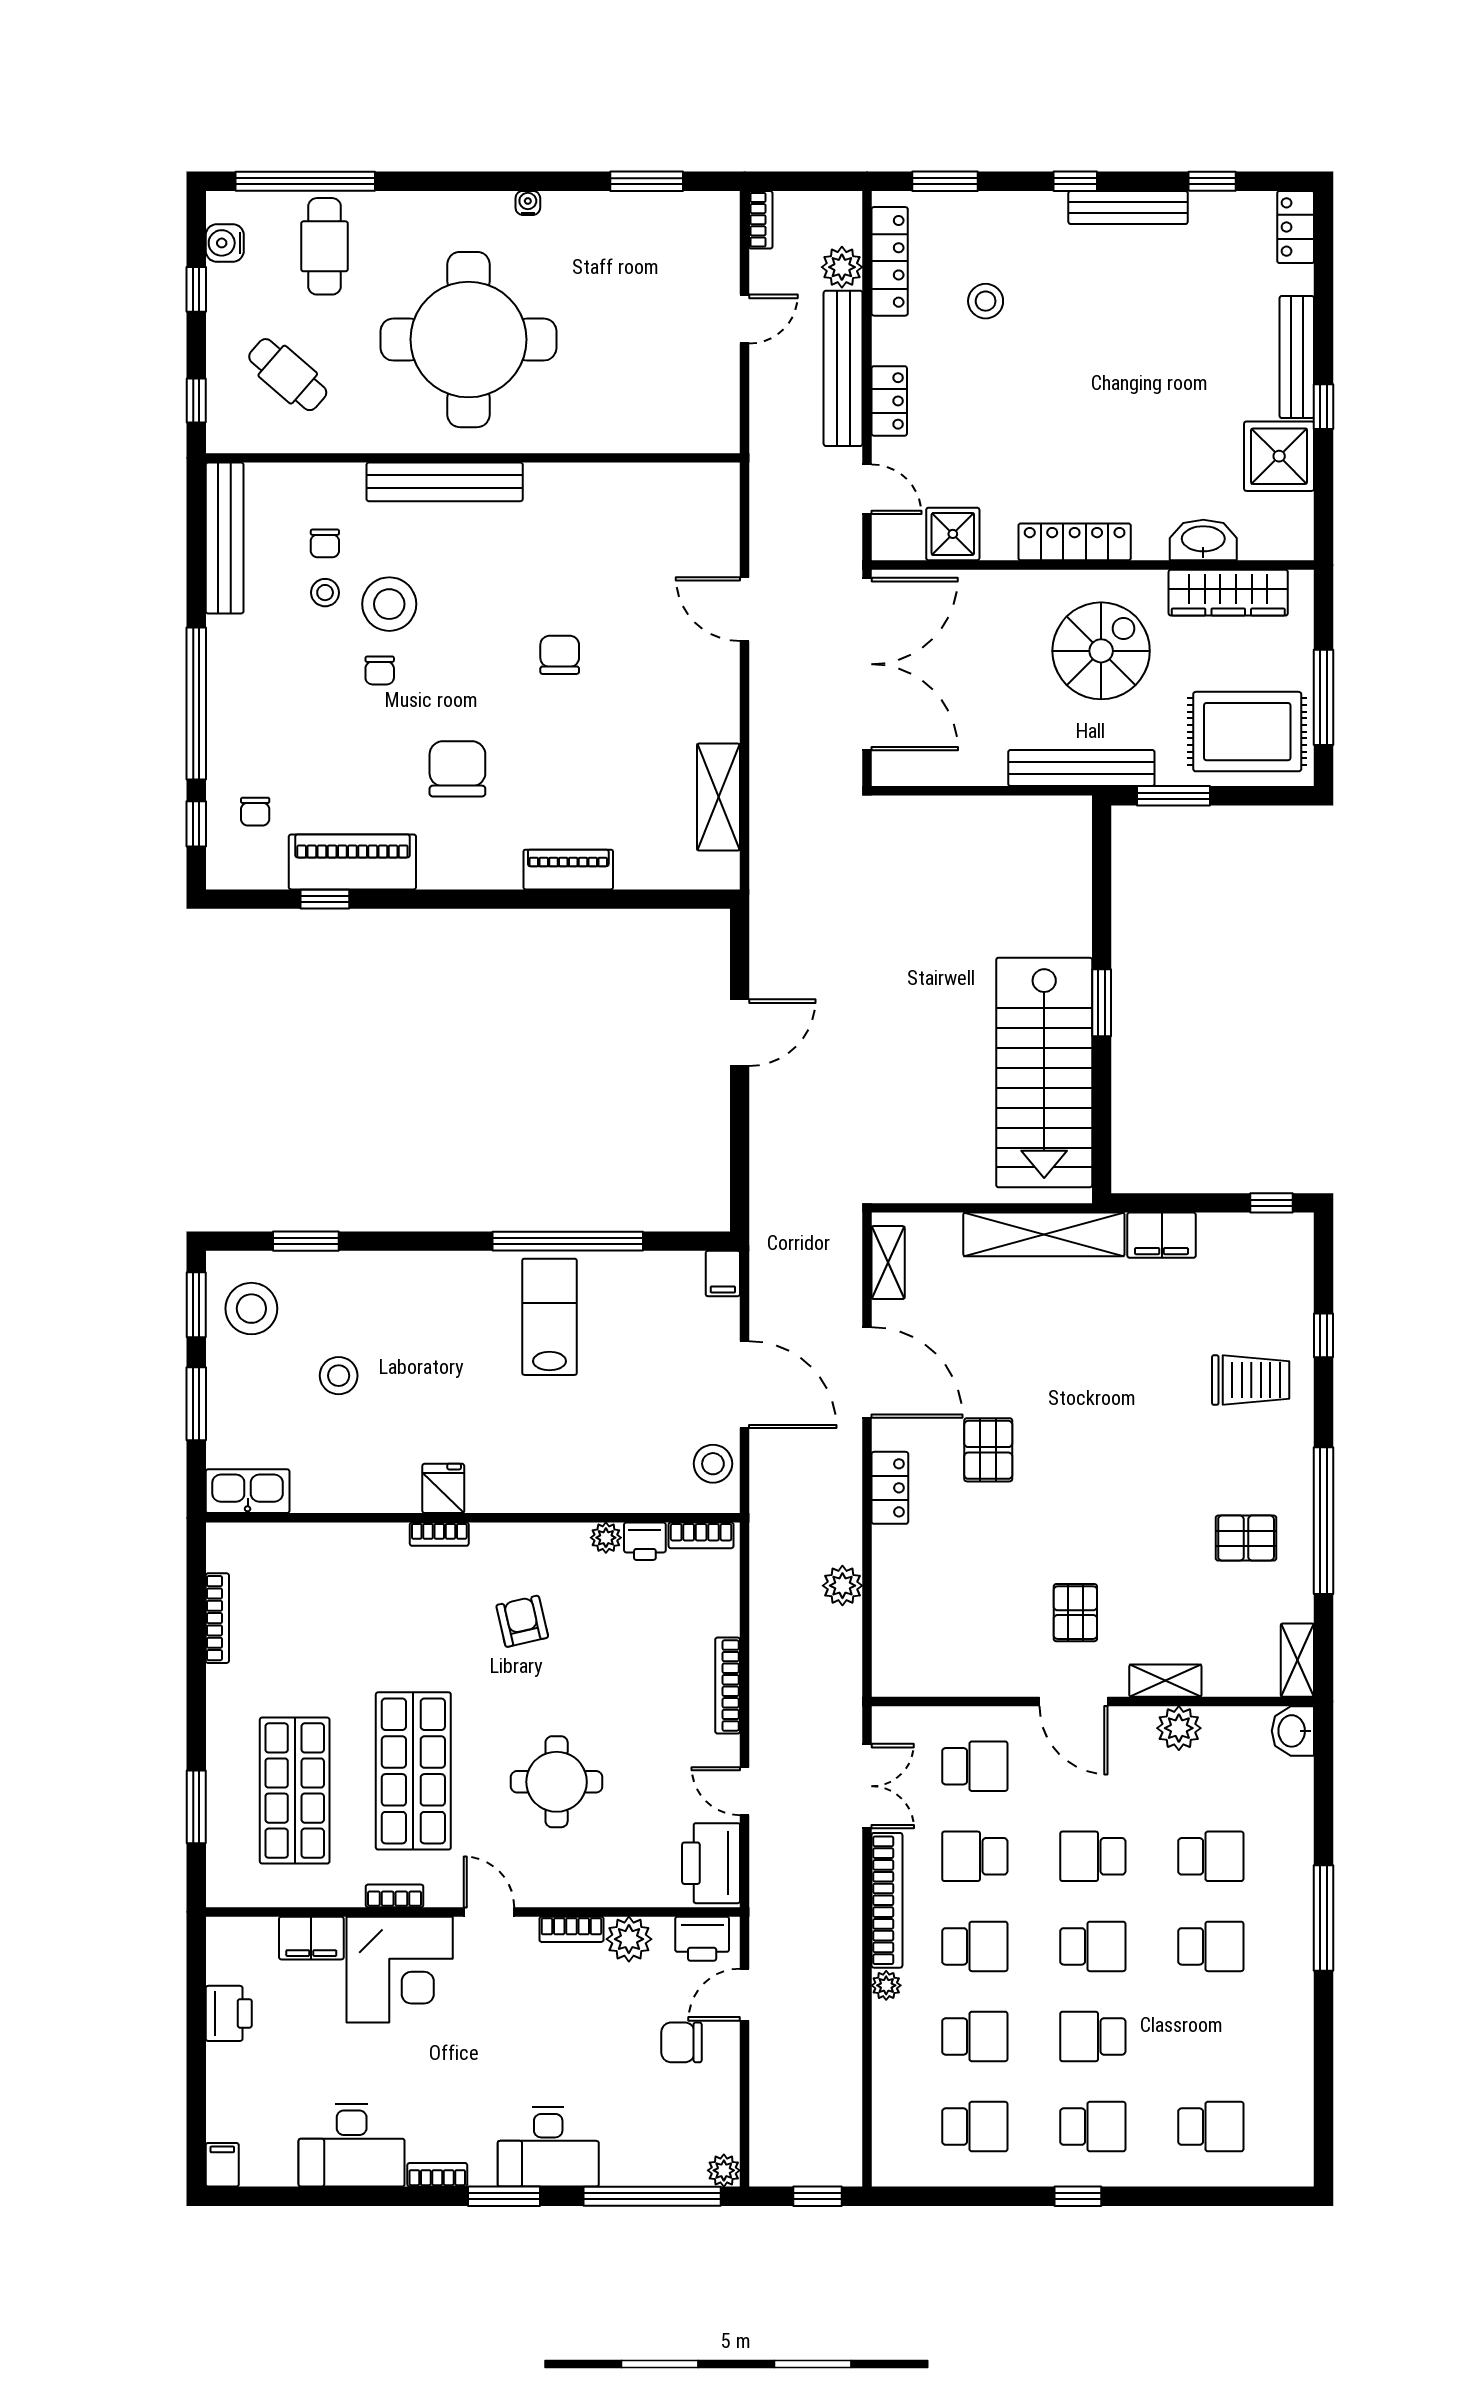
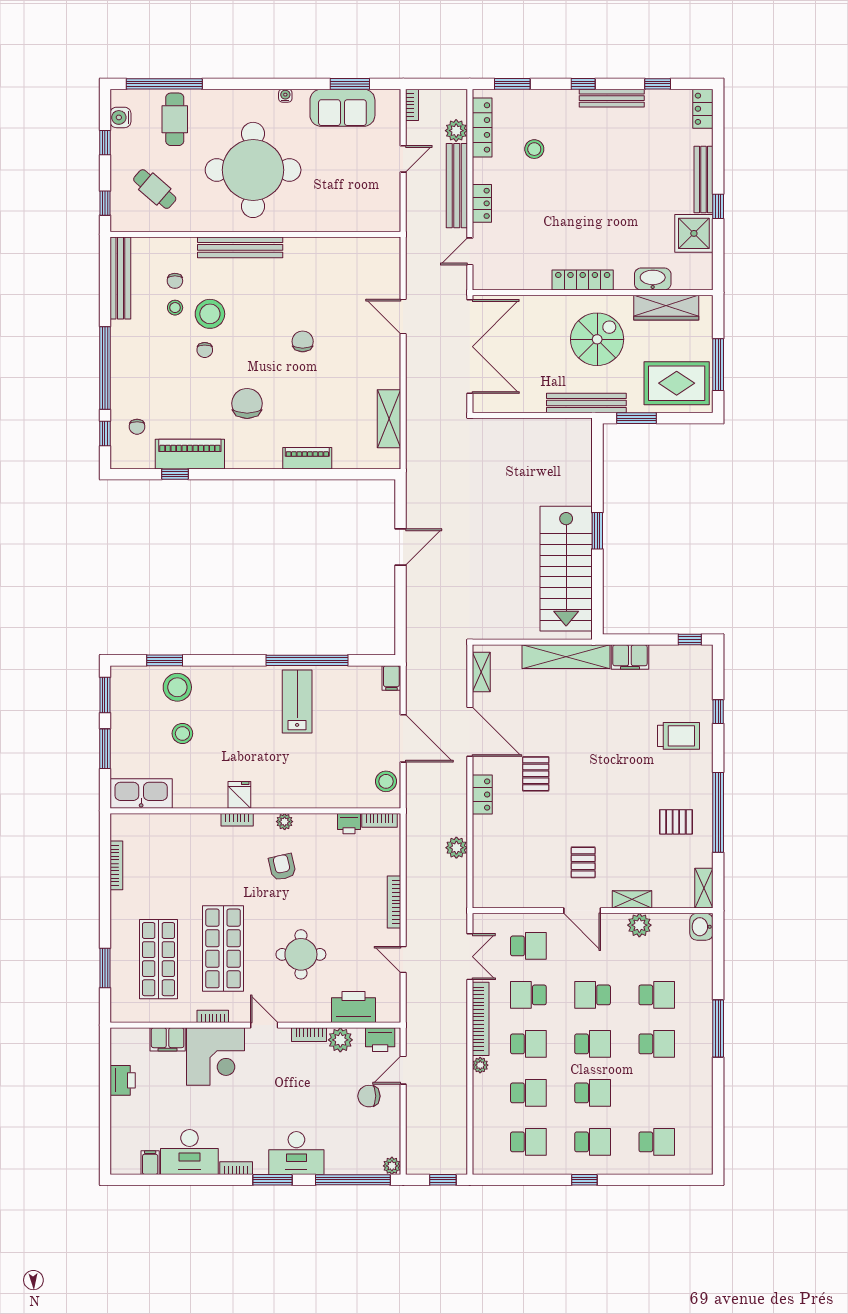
sofa: (633, 225) -> (342, 108), added
door: (867, 489) -> (470, 251), swing flipped
shower: (953, 534) -> (516, 276), removed
stool: (251, 1309) -> (177, 687), moved
kitchen sink: (248, 1491) -> (141, 793), width x1.36, depth x1.24
plant: (606, 1538) -> (285, 822), moved
printer: (711, 1863) -> (354, 1007), moved, turned 90
school desk: (1093, 2036) -> (593, 1093), turned 180
filing cabinet: (222, 2165) -> (150, 1163), moved

